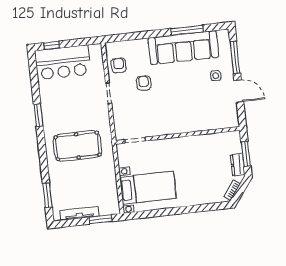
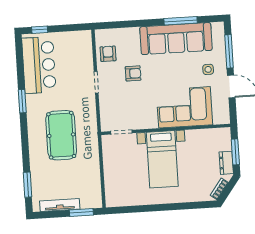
bar counter: (63, 62) -> (39, 65), moved, turned -90
armchair: (144, 83) -> (133, 73), turned 90
corner sofa: (195, 113) -> (184, 107), added
pool table: (77, 146) -> (61, 135), turned 90
bed with nightstands: (148, 188) -> (162, 159), moved, turned 90

